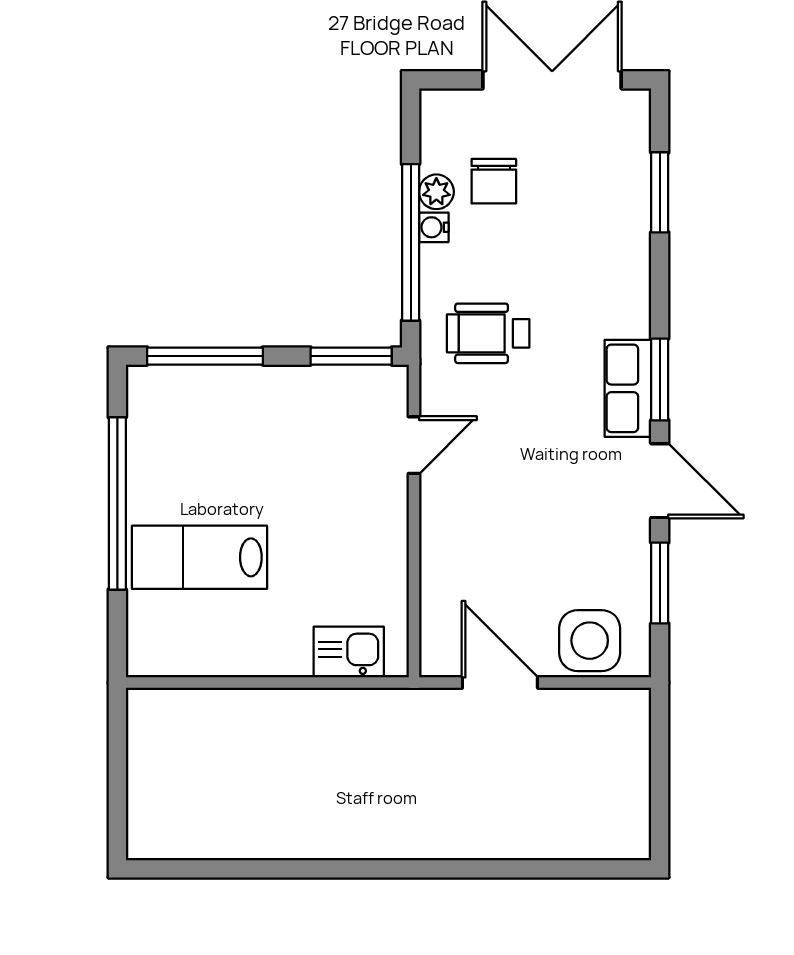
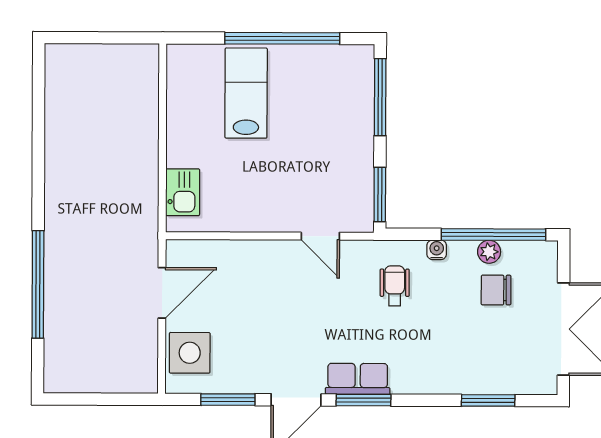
water cooler: (434, 227) -> (437, 250), moved
window: (411, 242) -> (493, 235), moved
wheelchair: (488, 333) -> (395, 286), width x0.73, depth x0.73
window: (488, 869) -> (38, 284), added

